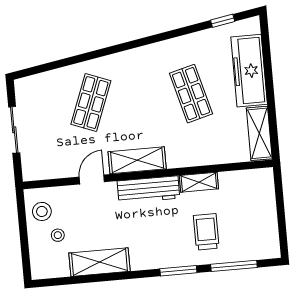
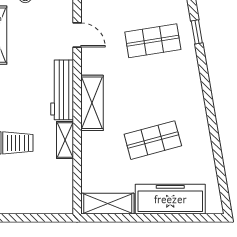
window: (223, 21) -> (197, 32), moved
shop shelf: (91, 103) -> (153, 41), turned -30
shelving: (137, 160) -> (92, 103), moved

